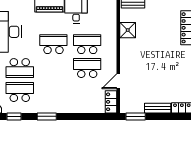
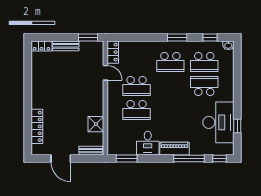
school desk: (53, 44) -> (170, 62), moved
door: (118, 81) -> (105, 73), hinge flipped

